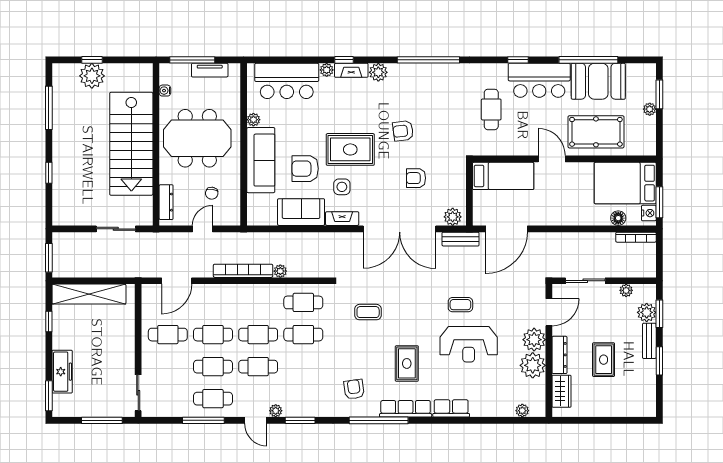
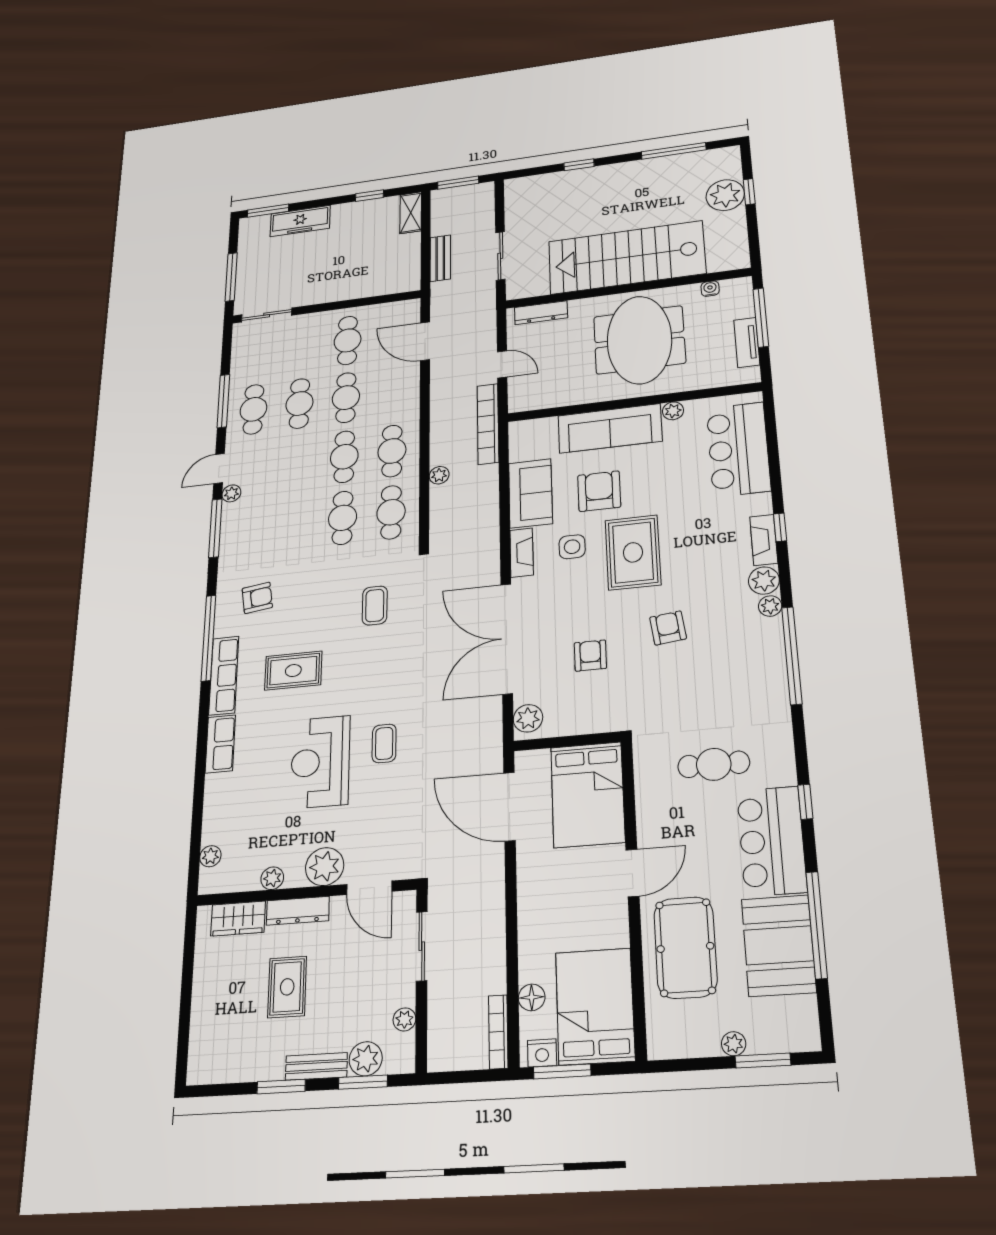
plant: (327, 70) -> (770, 606), moved
bed: (503, 176) -> (588, 794), width x1.50
chair: (212, 193) -> (556, 369), removed
bench: (461, 239) -> (440, 258), moved
bookcase: (243, 271) -> (488, 424), moved, turned 180
shelving: (89, 294) -> (411, 213), width x0.45, depth x0.75
rug: (604, 360) -> (287, 987), turned 90
plant: (533, 365) -> (272, 878), width x0.53, depth x0.53
cafe table: (258, 367) -> (392, 451), moved
window: (300, 420) -> (215, 528), width x1.44

